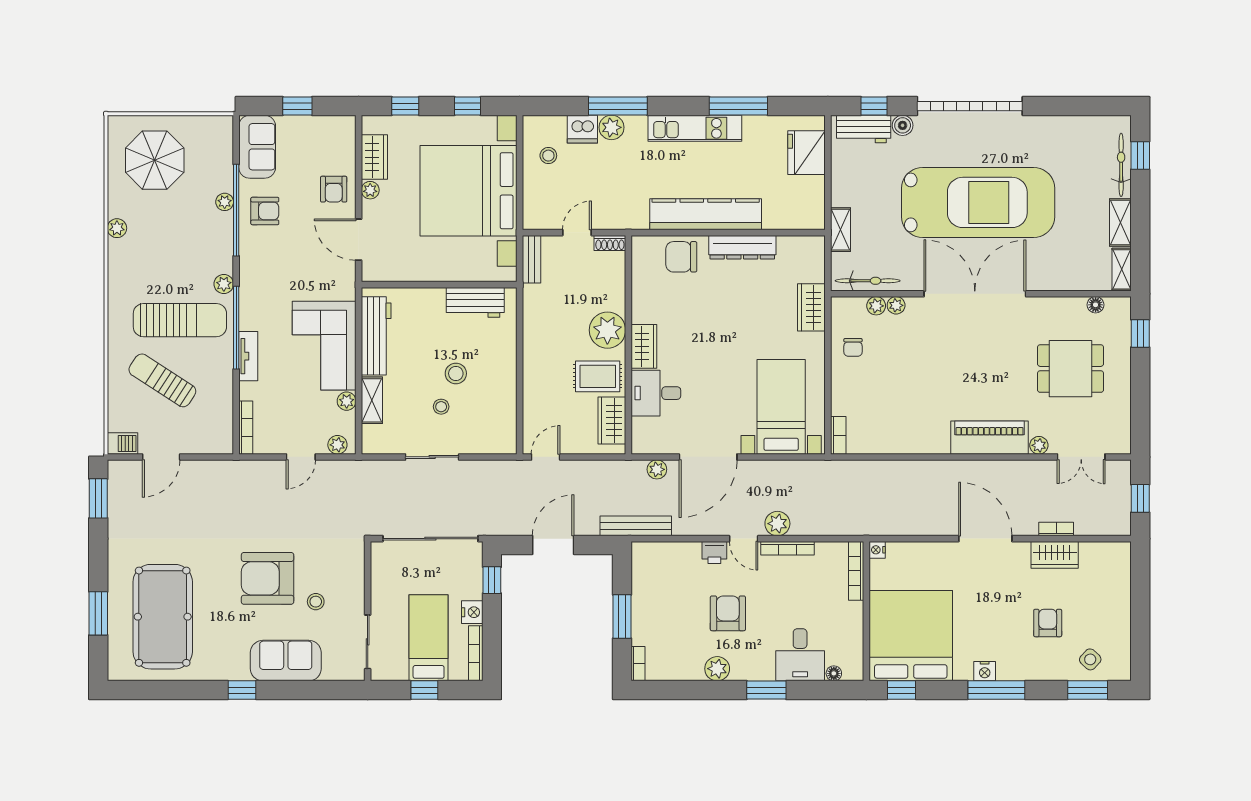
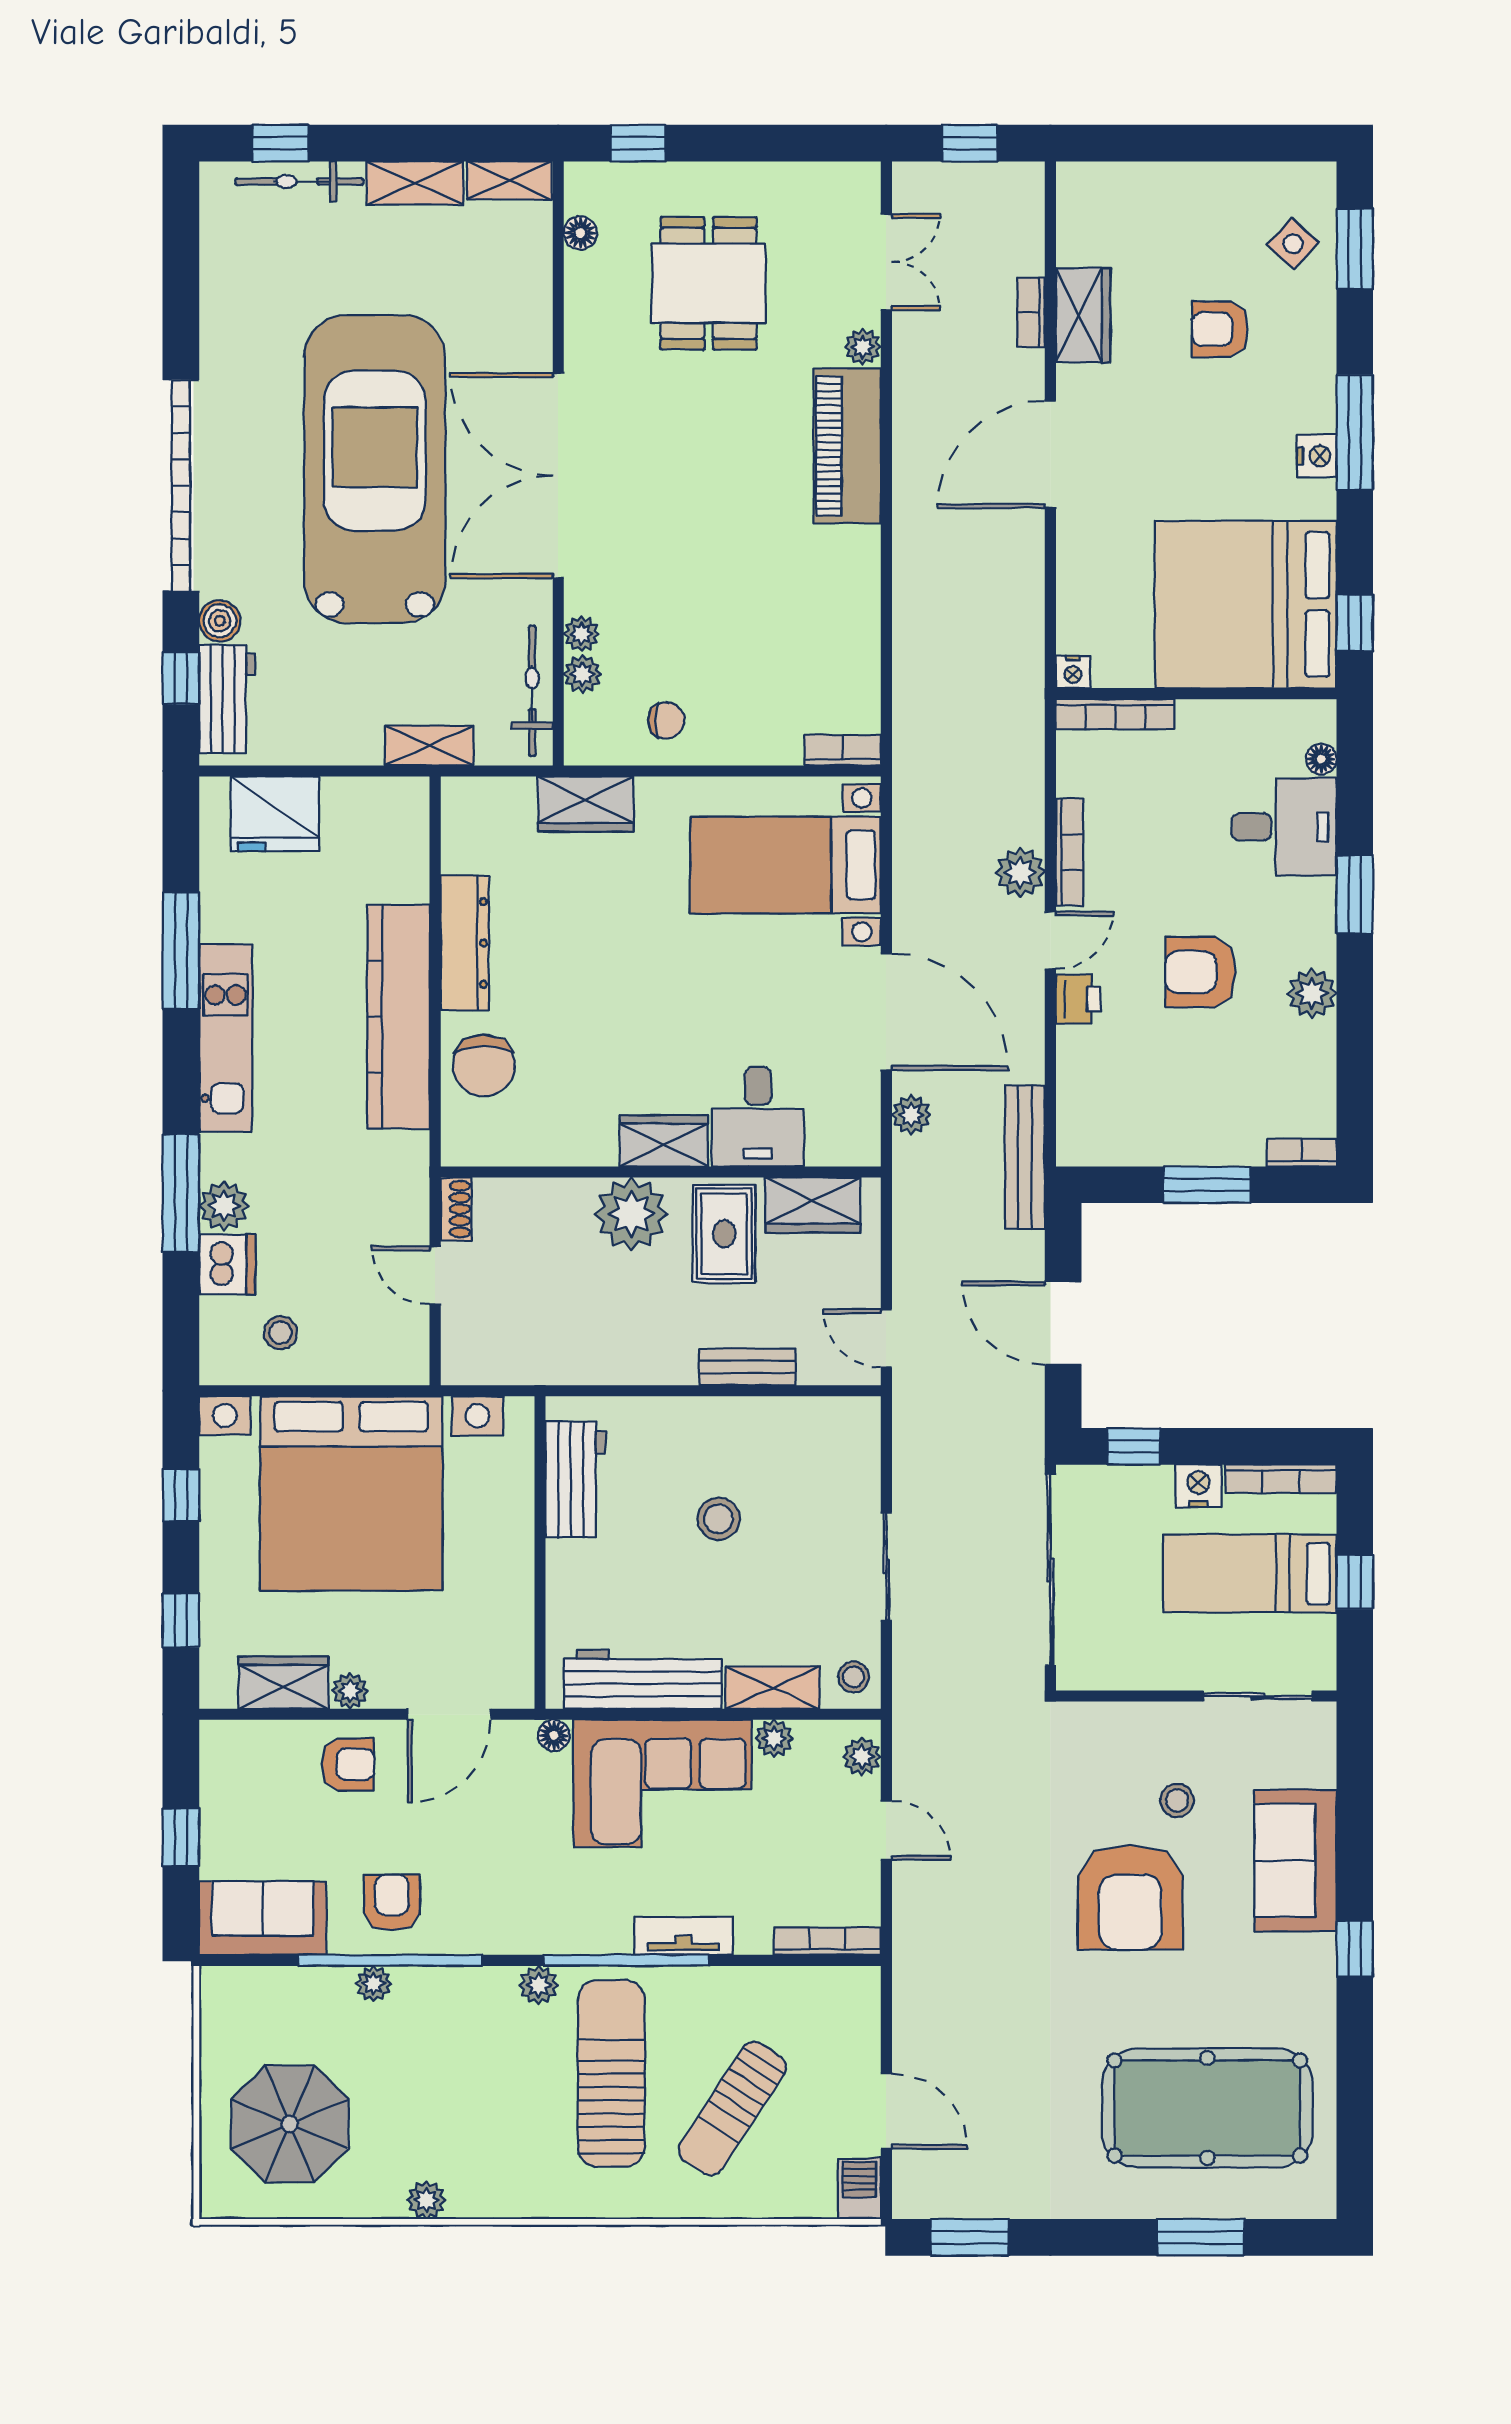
bench: (531, 259) -> (747, 1367), moved
floor lamp: (348, 292) -> (554, 1735), added
stool: (441, 407) -> (853, 1677), moved

